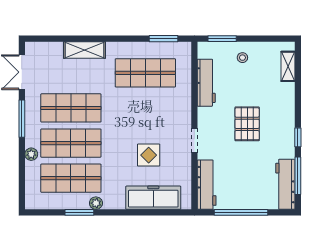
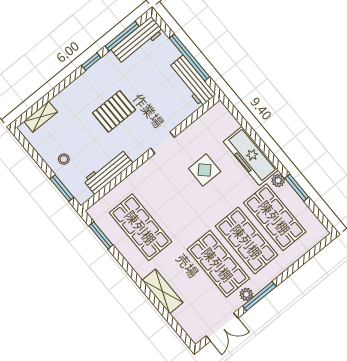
plant: (31, 154) -> (246, 294), moved
workbench: (207, 185) -> (192, 81), moved, turned -90
freezer: (153, 198) -> (251, 156), moved

